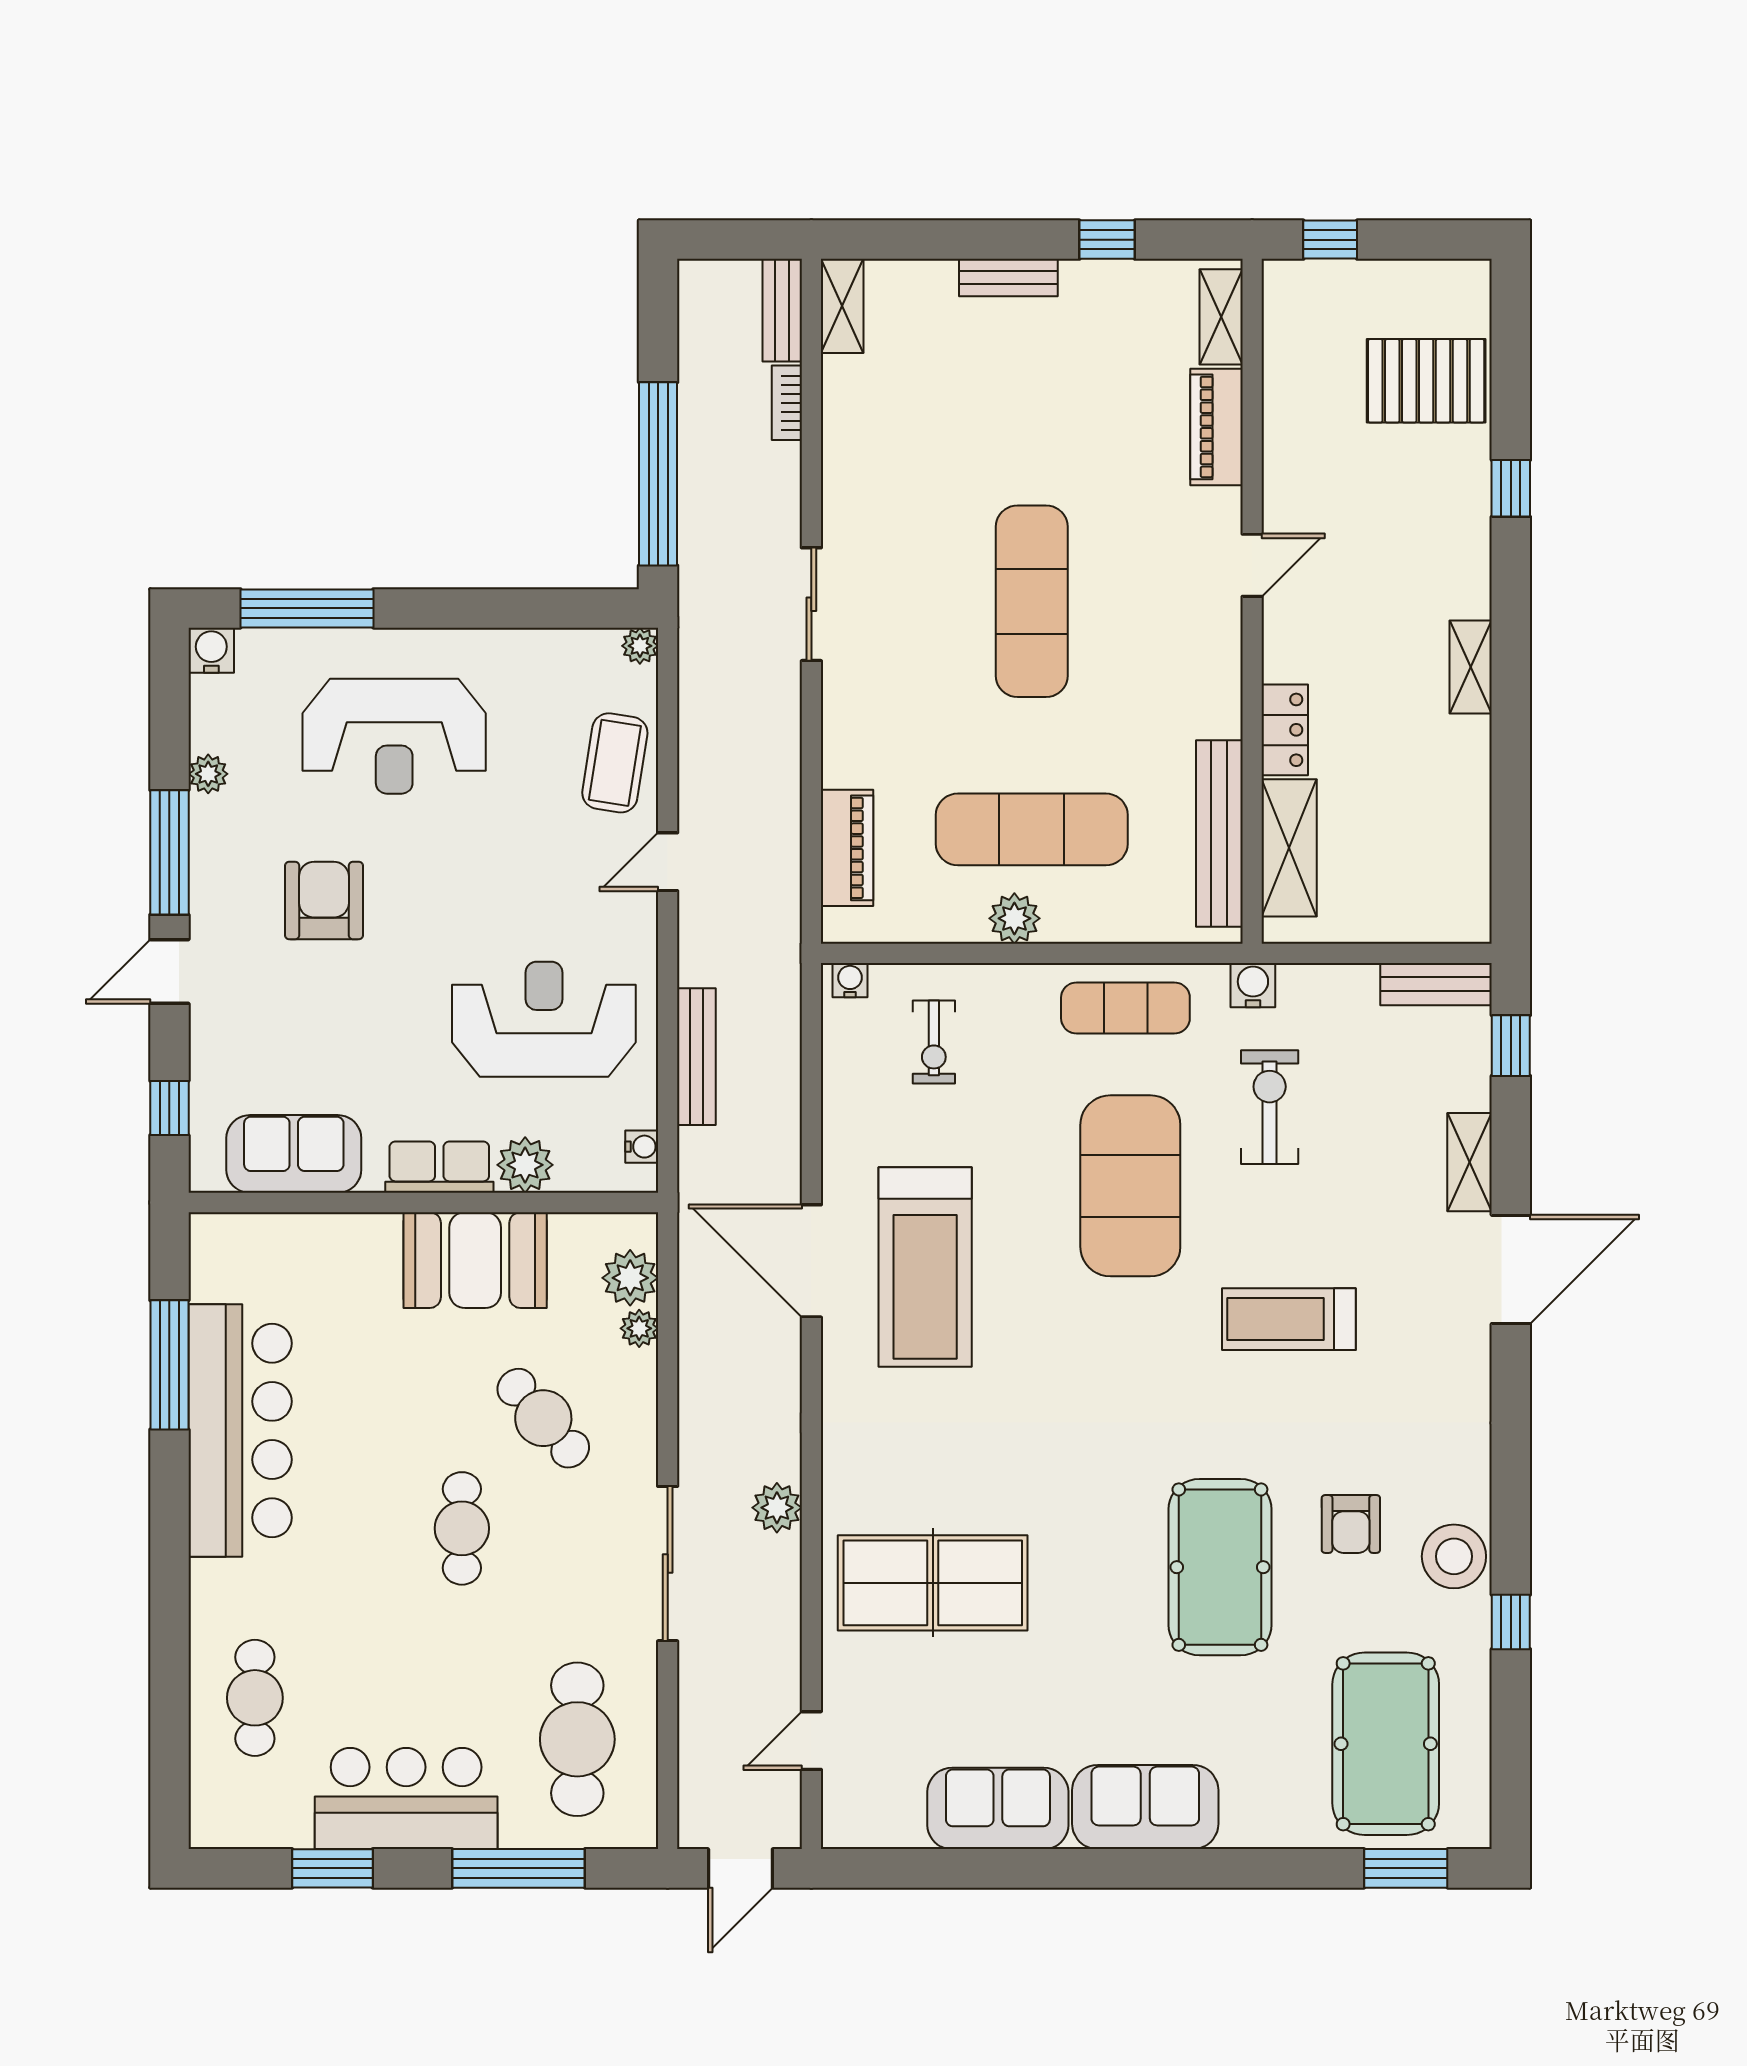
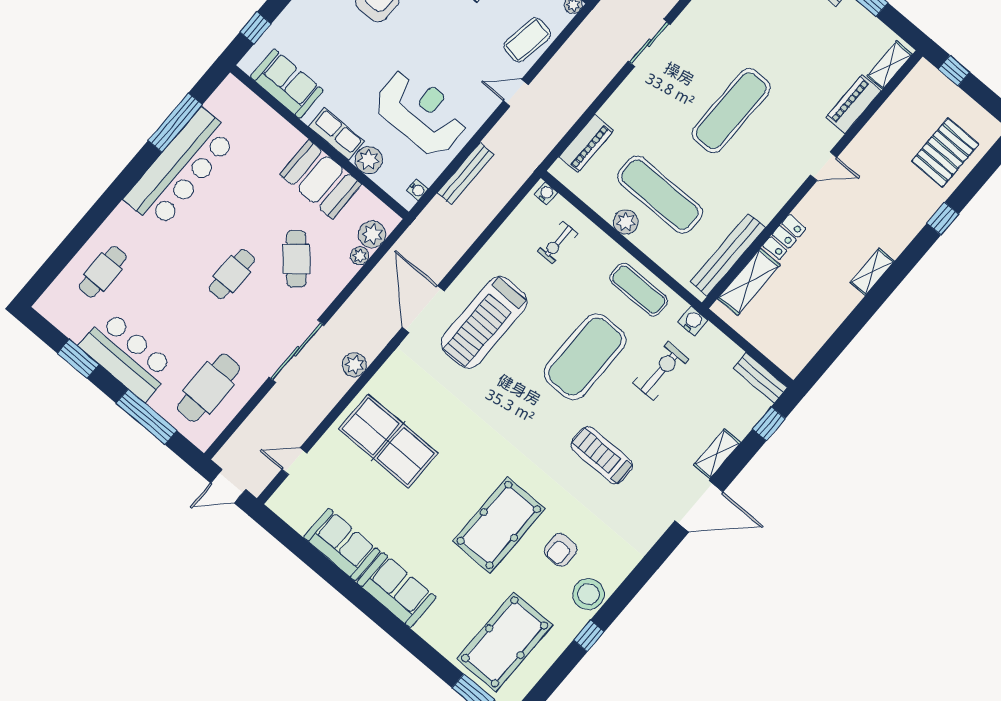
pallet: (1426, 381) -> (945, 153), turned 90
door: (811, 1261) -> (423, 309), moved

